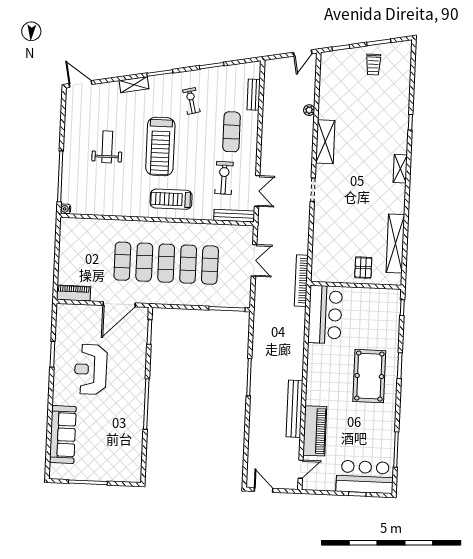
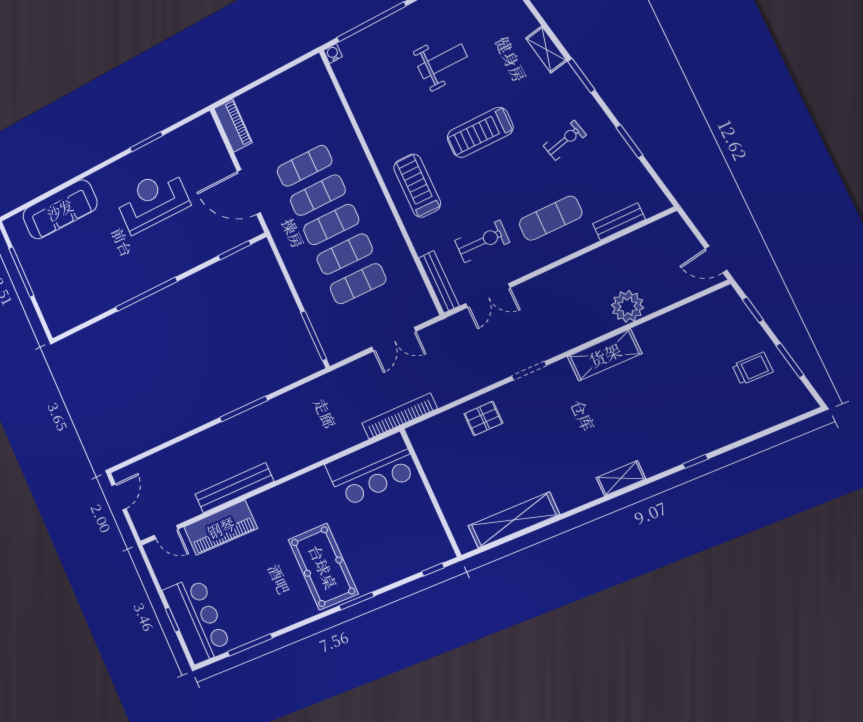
trolley: (373, 65) -> (753, 368), turned 180
plant: (309, 110) -> (628, 306), width x1.88, depth x1.88
treadmill: (160, 146) -> (480, 132), width x0.73, depth x0.73
pallet: (363, 268) -> (483, 418), moved
pool table: (369, 376) -> (323, 567), turned 90

